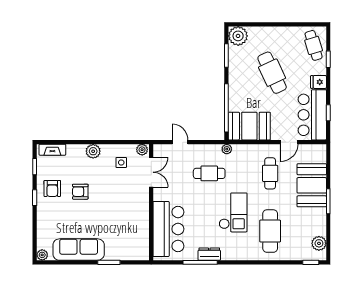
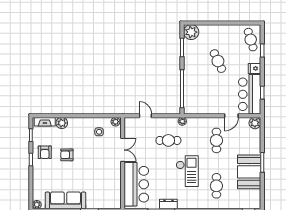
cafe table: (272, 73) -> (218, 61), width x0.73, depth x0.74
booth: (249, 126) -> (200, 103), removed
plant: (93, 151) -> (62, 123), moved
double door: (151, 172) -> (123, 150), moved
booth: (312, 185) -> (249, 172), moved
cafe table: (270, 231) -> (216, 186), width x0.73, depth x0.74
plant: (319, 243) -> (255, 123), moved

